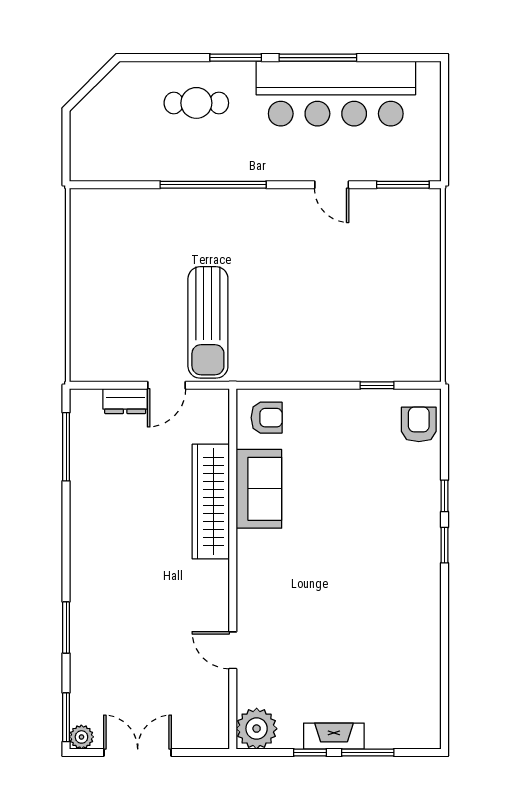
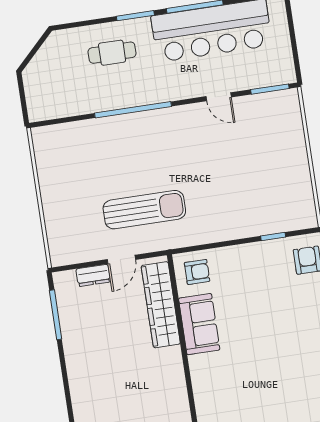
sun lounger: (208, 322) -> (144, 210), turned -90
wardrobe: (211, 502) -> (161, 305), moved

